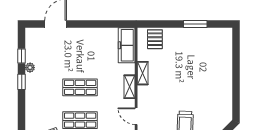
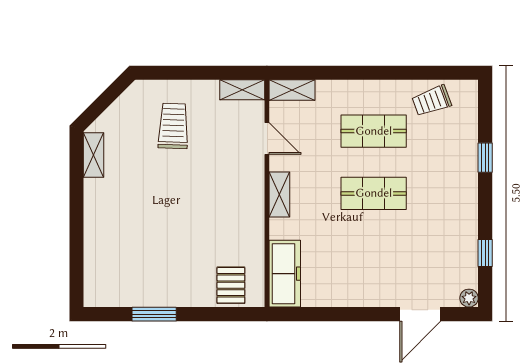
plant: (30, 68) -> (469, 298), moved
shelving: (143, 73) -> (94, 155), moved
window: (22, 82) -> (485, 158), moved

